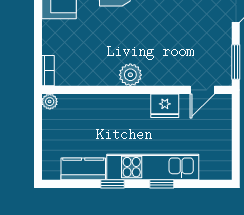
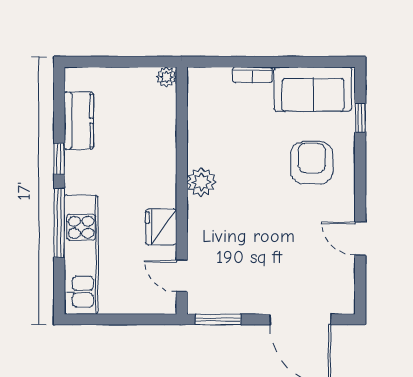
bookcase: (48, 71) -> (252, 75), moved
kitchen unit: (153, 167) -> (81, 255), moved
window: (162, 184) -> (59, 223), width x2.17

